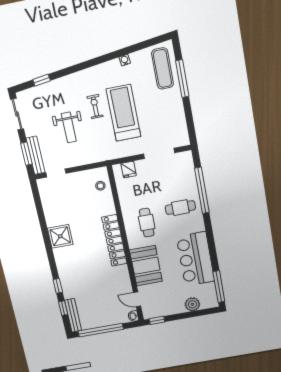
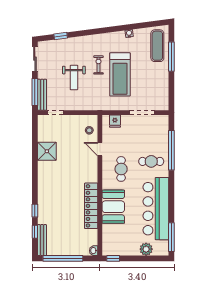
treadmill: (123, 113) -> (120, 74), turned 180
window: (26, 154) -> (35, 92), width x1.44
shower: (60, 236) -> (47, 151), moved
locker: (114, 240) -> (91, 206), moved
bar counter: (195, 259) -> (156, 209), width x1.36
door: (137, 299) -> (100, 149), moved

